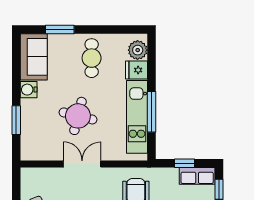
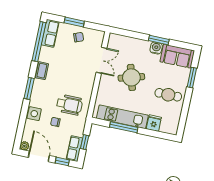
plant: (138, 50) -> (167, 127), removed
round table: (78, 116) -> (131, 77), turned -30
window: (16, 120) -> (159, 40), moved
double door: (82, 164) -> (101, 60), moved

